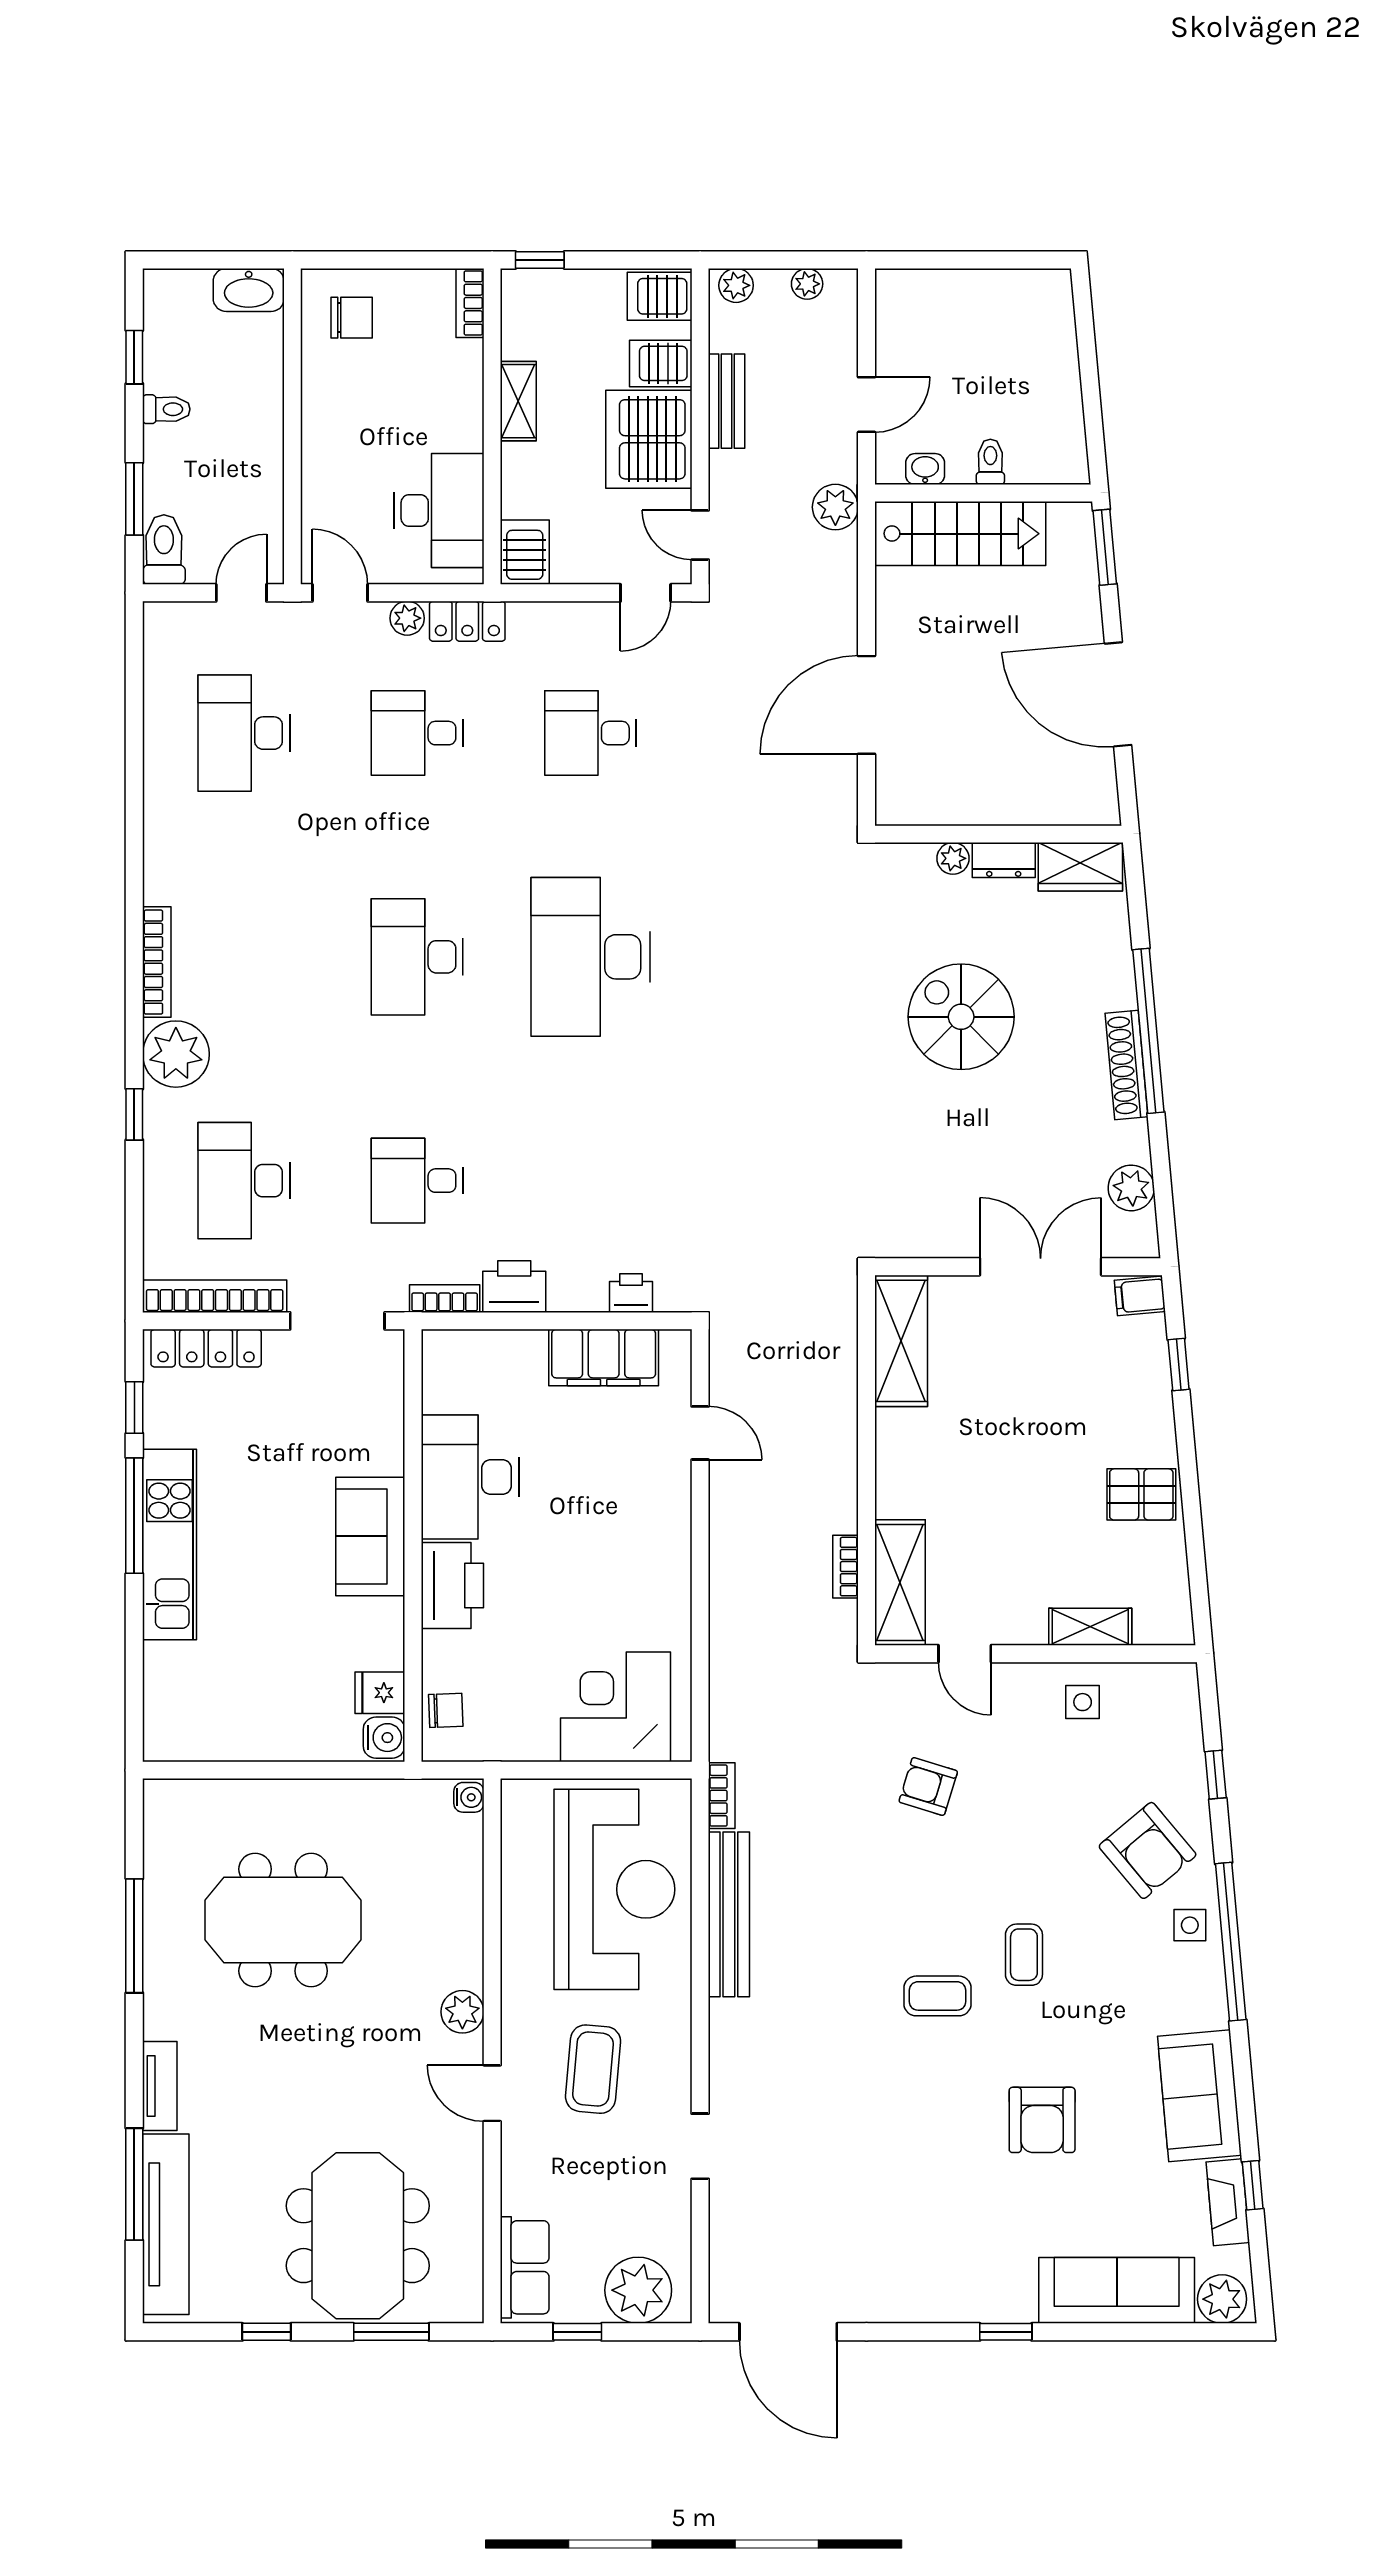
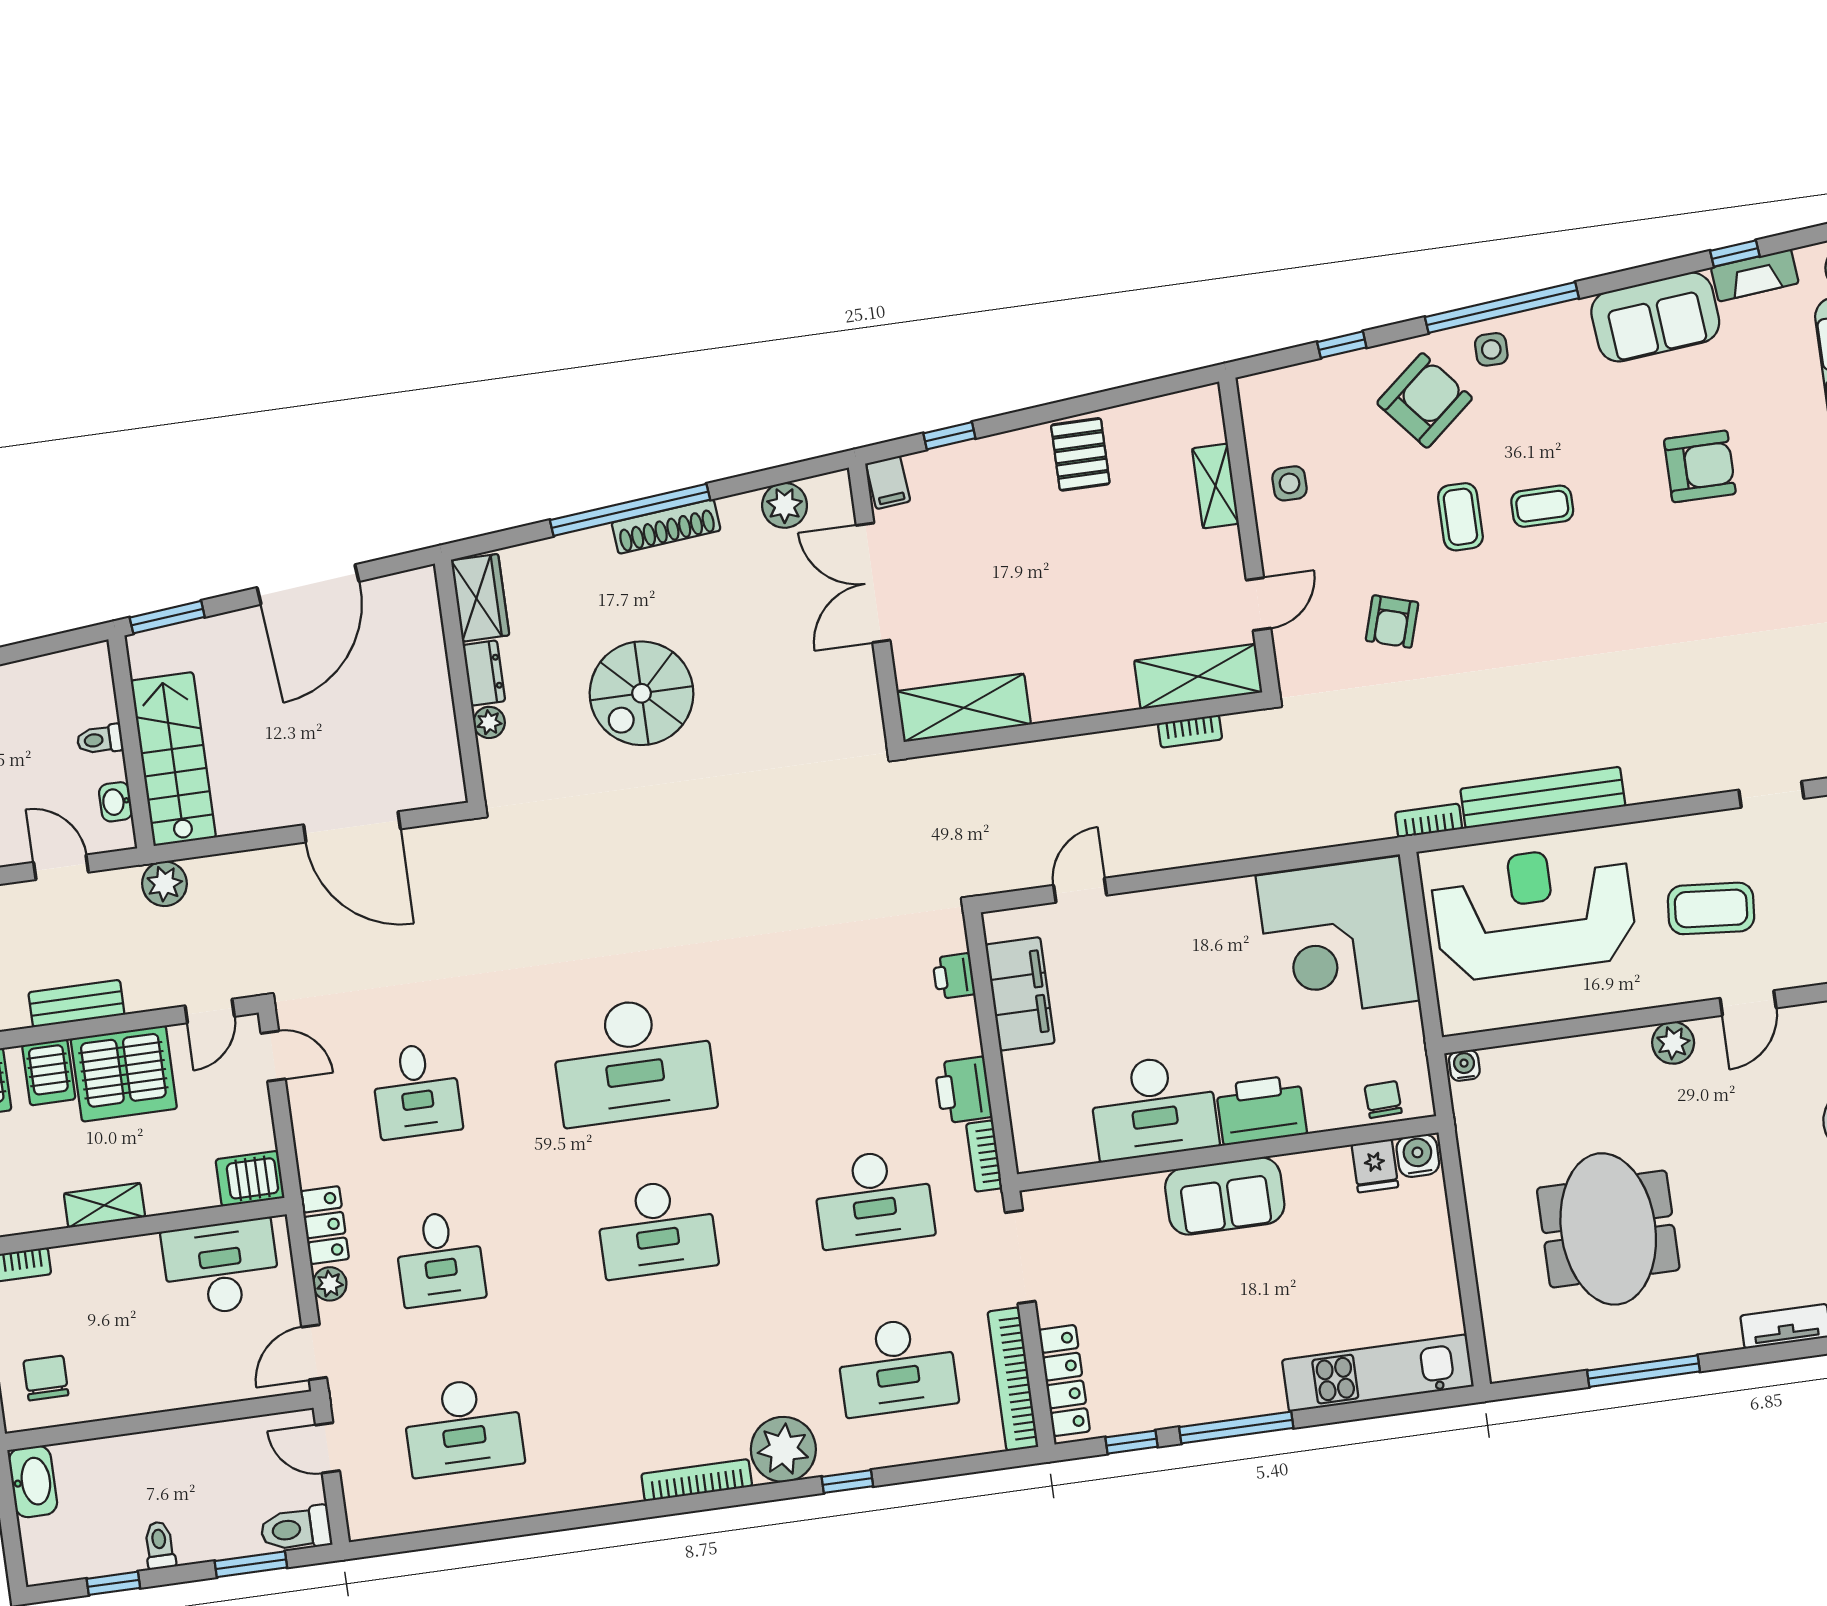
desk: (417, 1181) -> (874, 1198), width x1.37
kitchen unit: (169, 1544) -> (1378, 1373), moved
corner desk: (616, 1707) -> (1338, 938), width x1.36, depth x1.36
coffee table: (938, 1996) -> (1460, 517), moved

